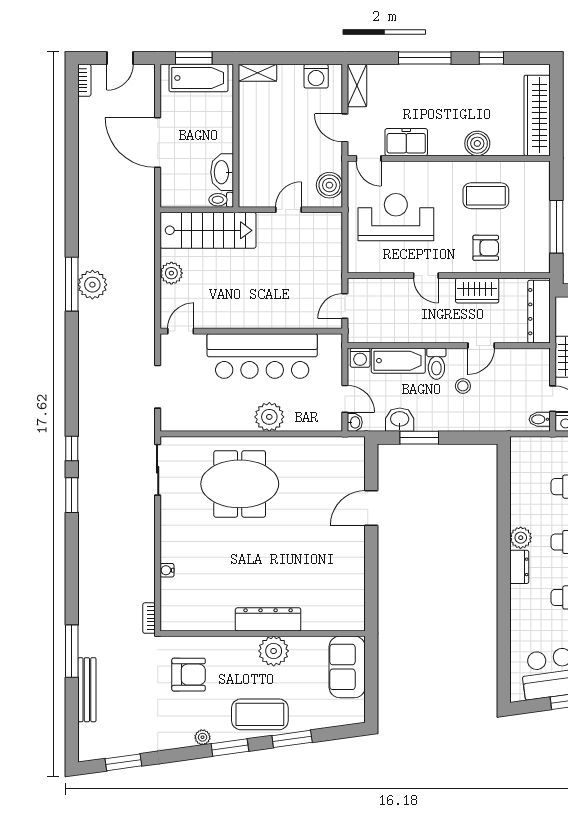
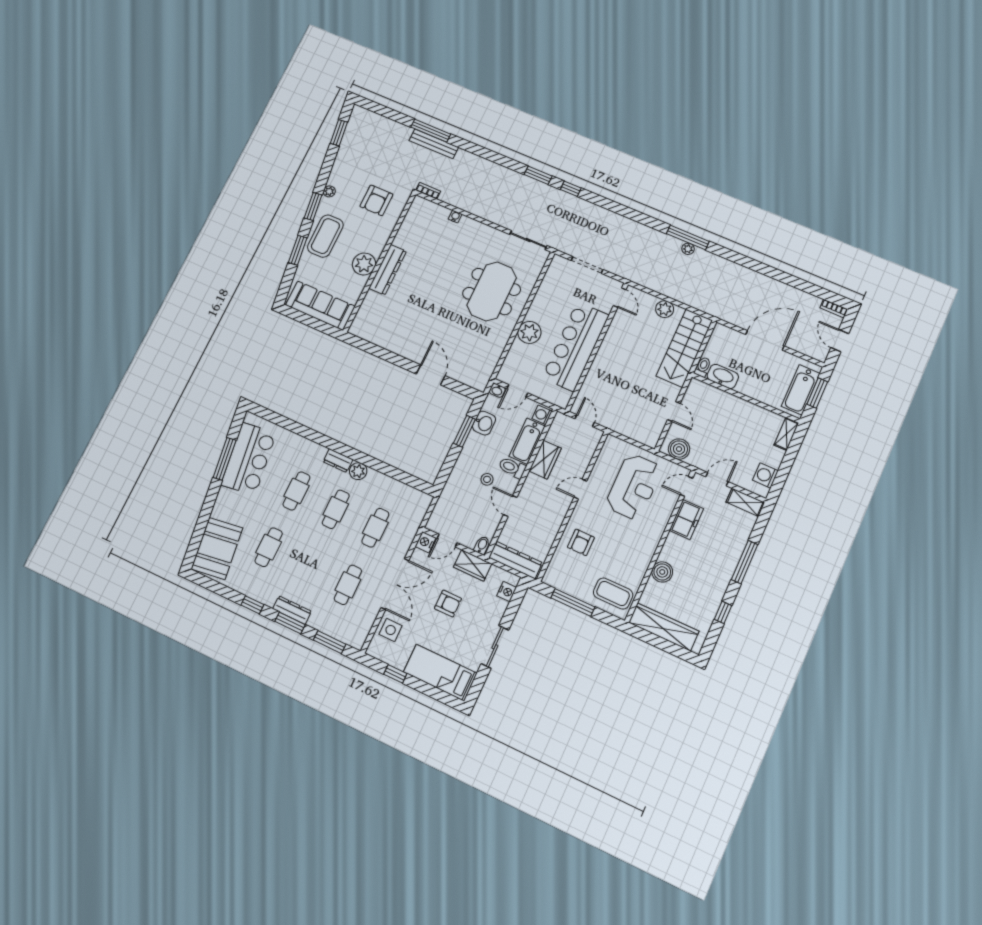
coffee table: (486, 196) -> (613, 594), moved, turned 90
plant: (92, 285) -> (688, 249), width x0.53, depth x0.53
wardrobe: (477, 291) -> (545, 460), moved, turned 180
bidet: (540, 419) -> (482, 545), moved
sofa: (347, 667) -> (320, 306), width x1.36
bench: (87, 690) -> (434, 144), moved

